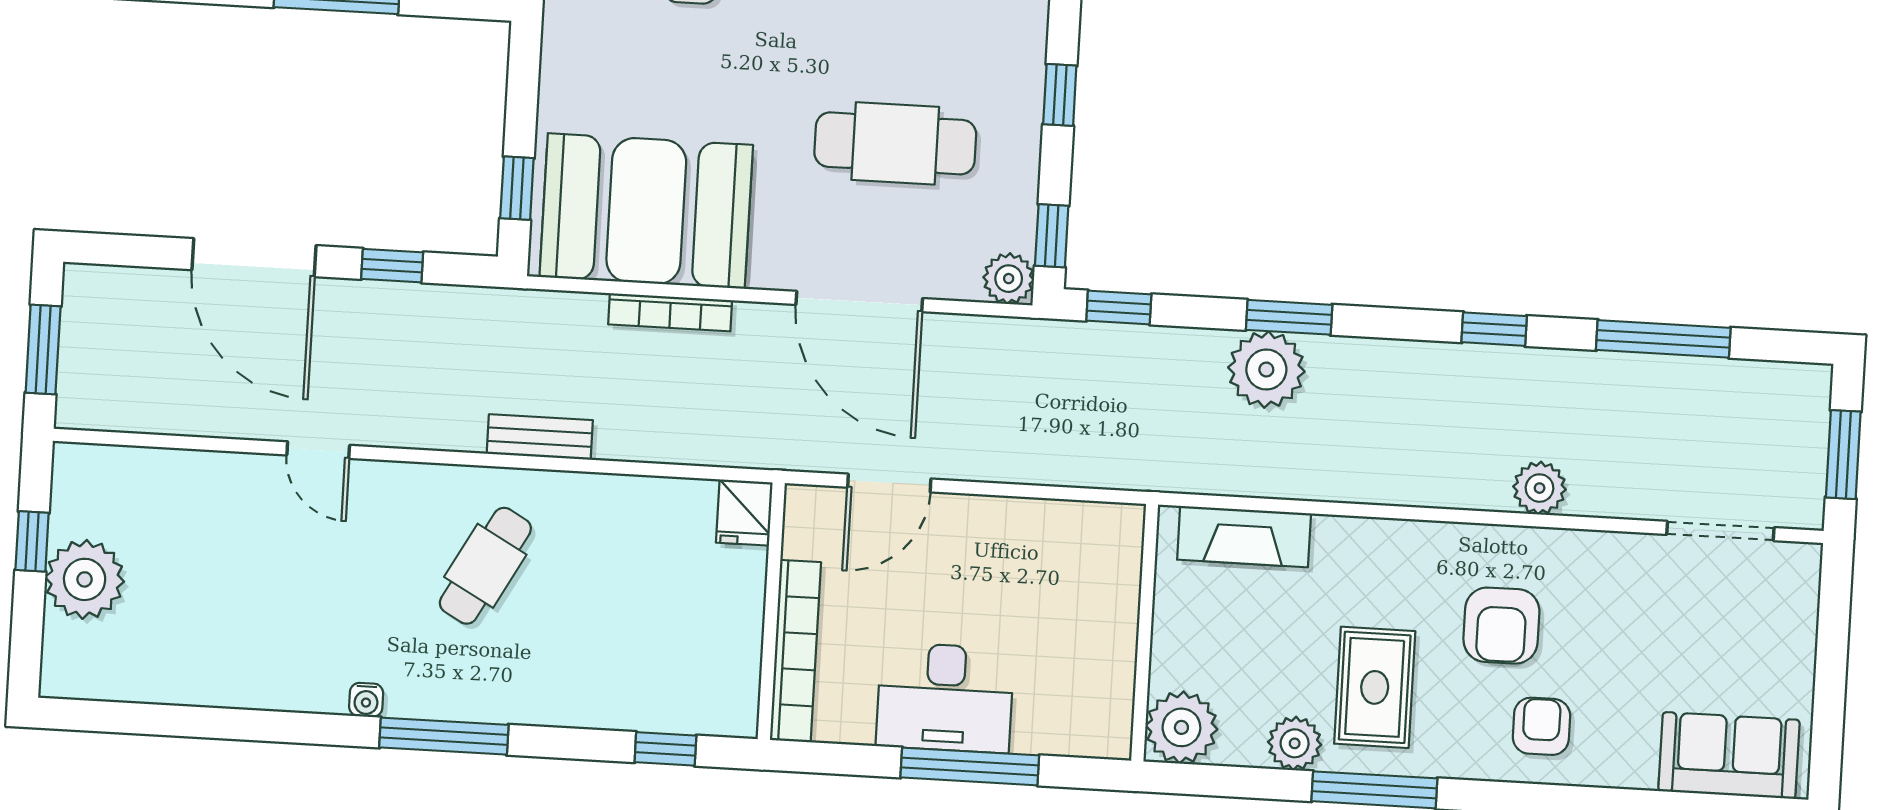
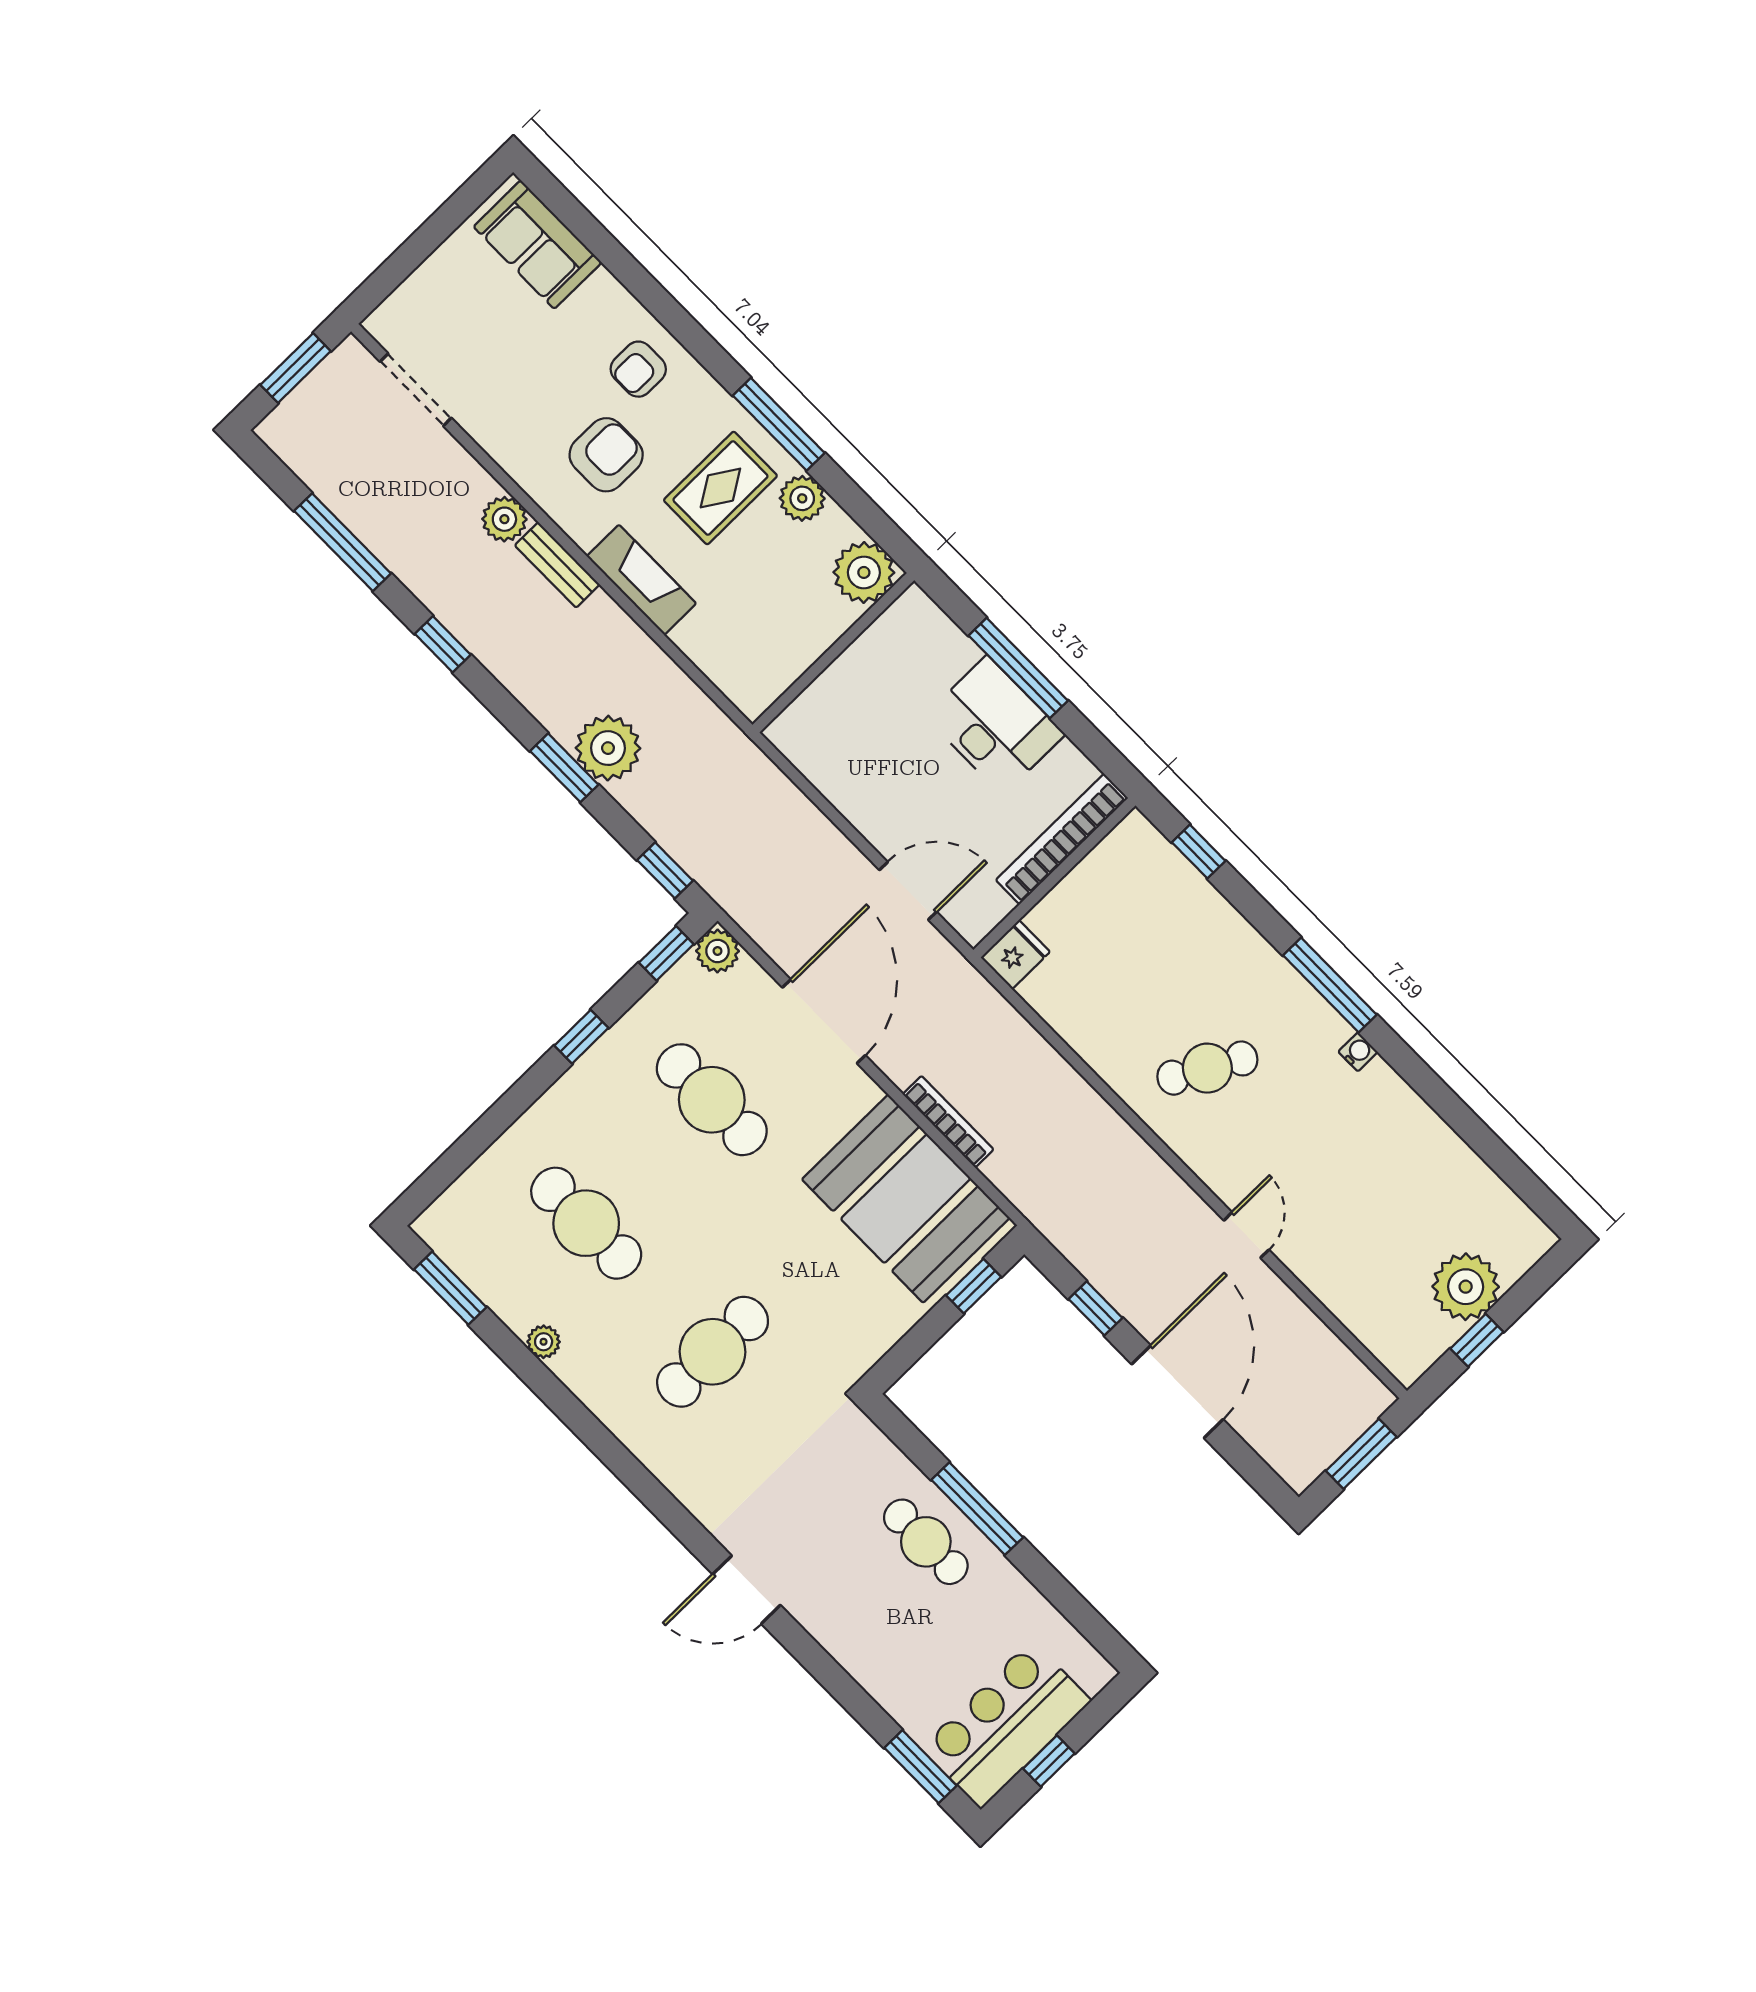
bench: (540, 437) -> (557, 565), moved
fireplace: (1244, 537) -> (641, 580), moved

